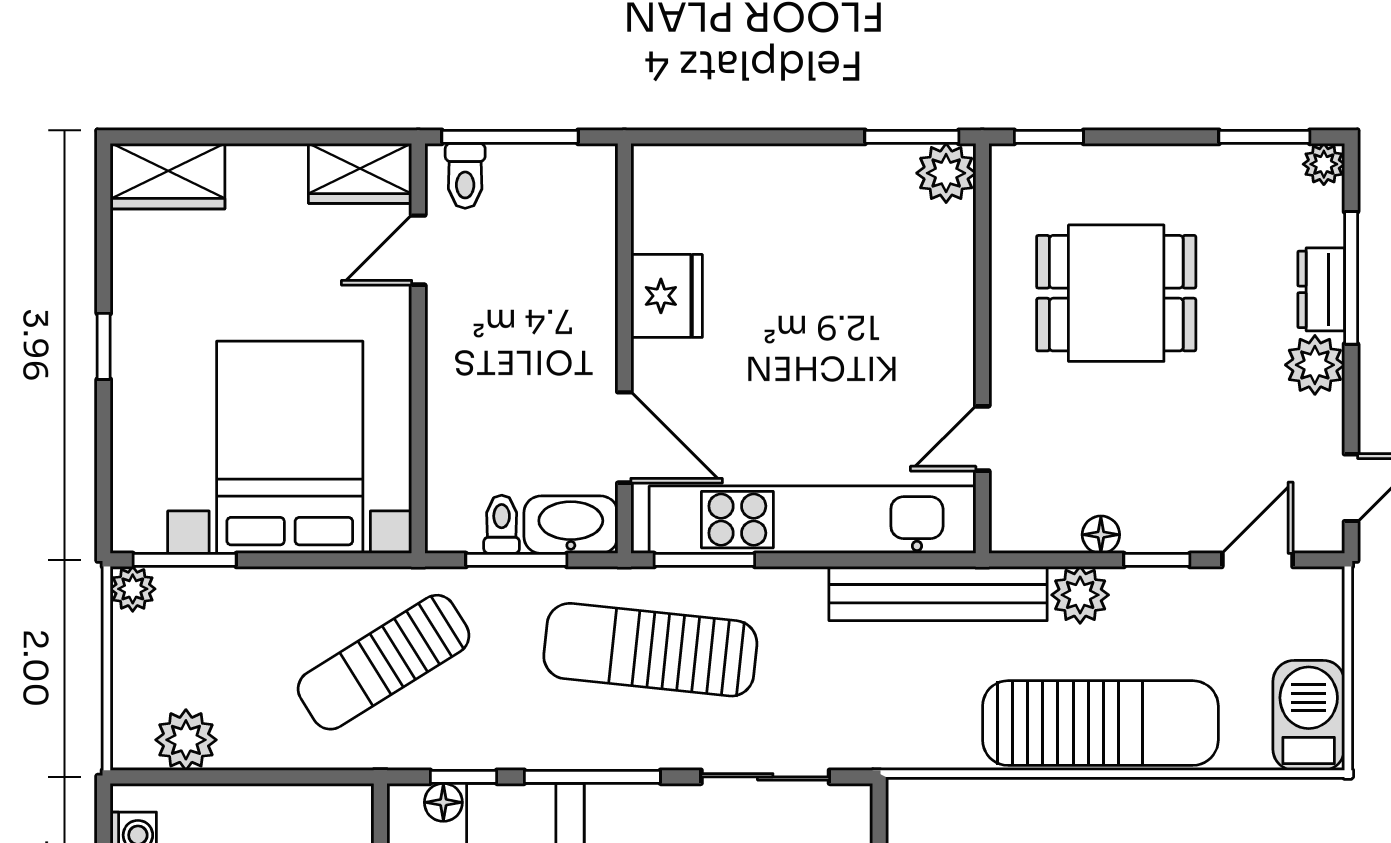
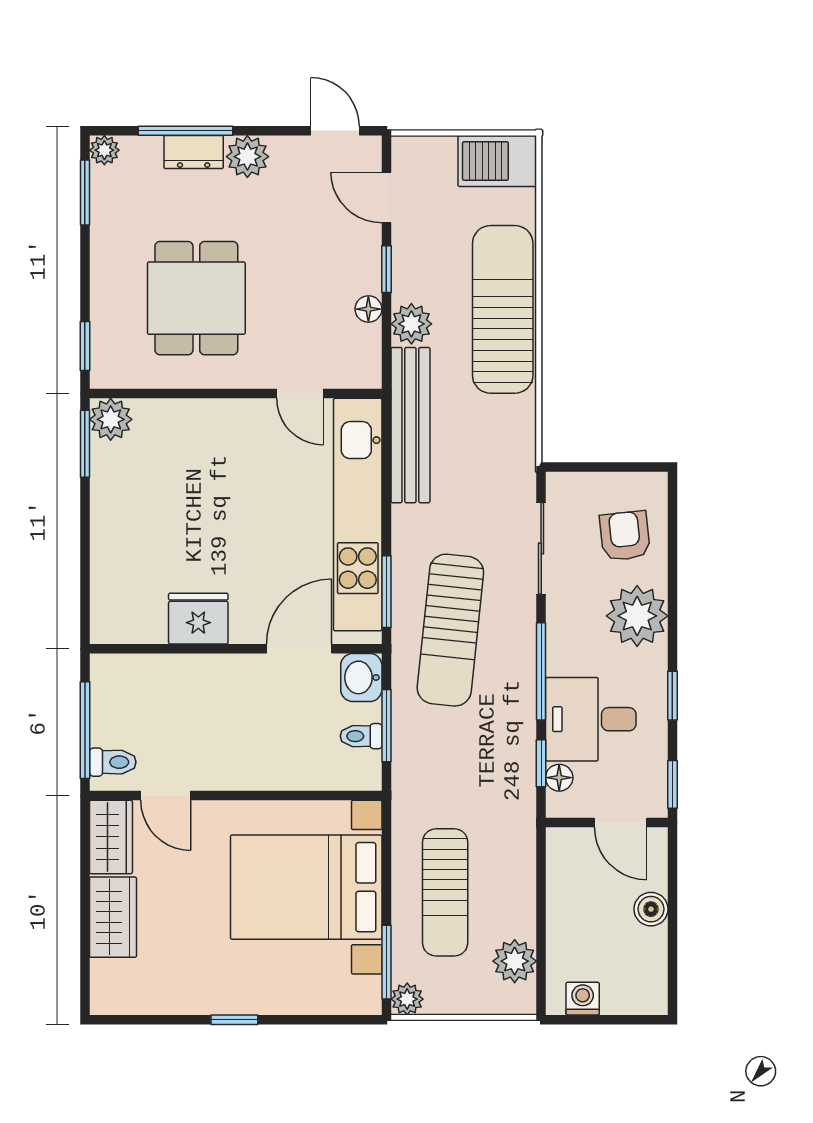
wardrobe: (168, 176) -> (113, 917), moved
washbasin: (571, 525) -> (361, 677), width x0.72
sun lounger: (384, 662) -> (445, 892), moved, turned 32

